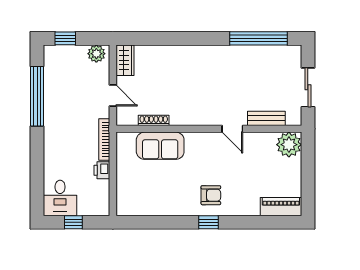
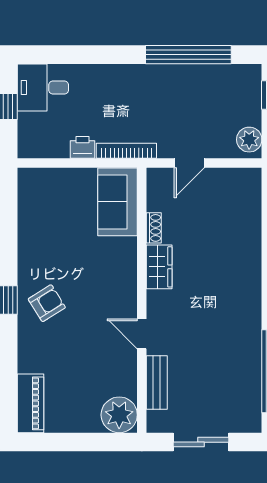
wardrobe: (125, 60) -> (159, 267), moved, turned -90
shoe rack: (154, 120) -> (154, 228), width x0.70
door: (232, 129) -> (142, 334), hinge flipped
sofa: (160, 146) -> (118, 202), moved
armchair: (211, 195) -> (47, 303), turned -122

